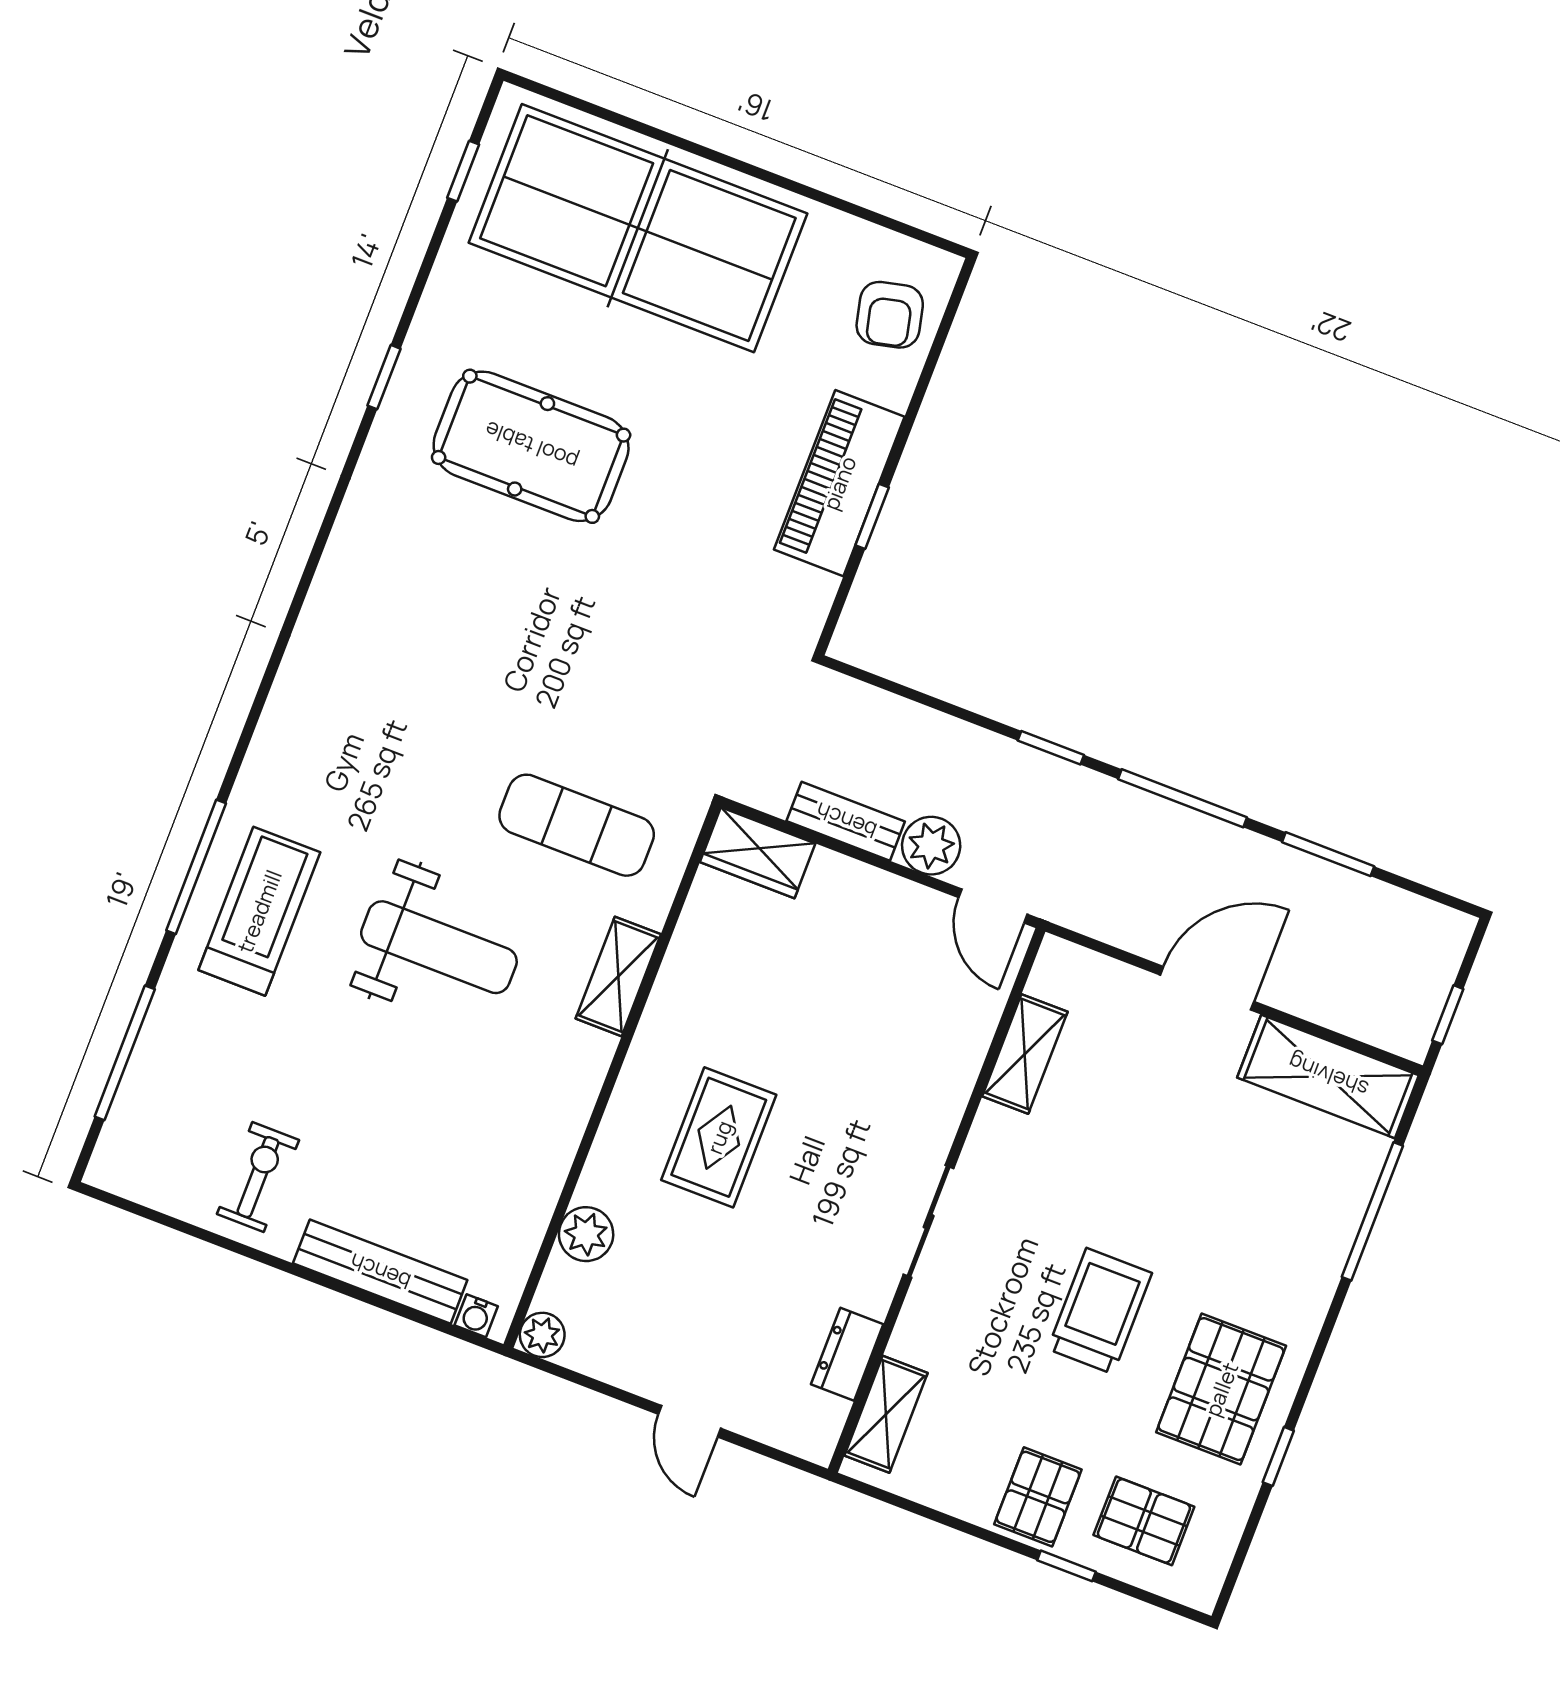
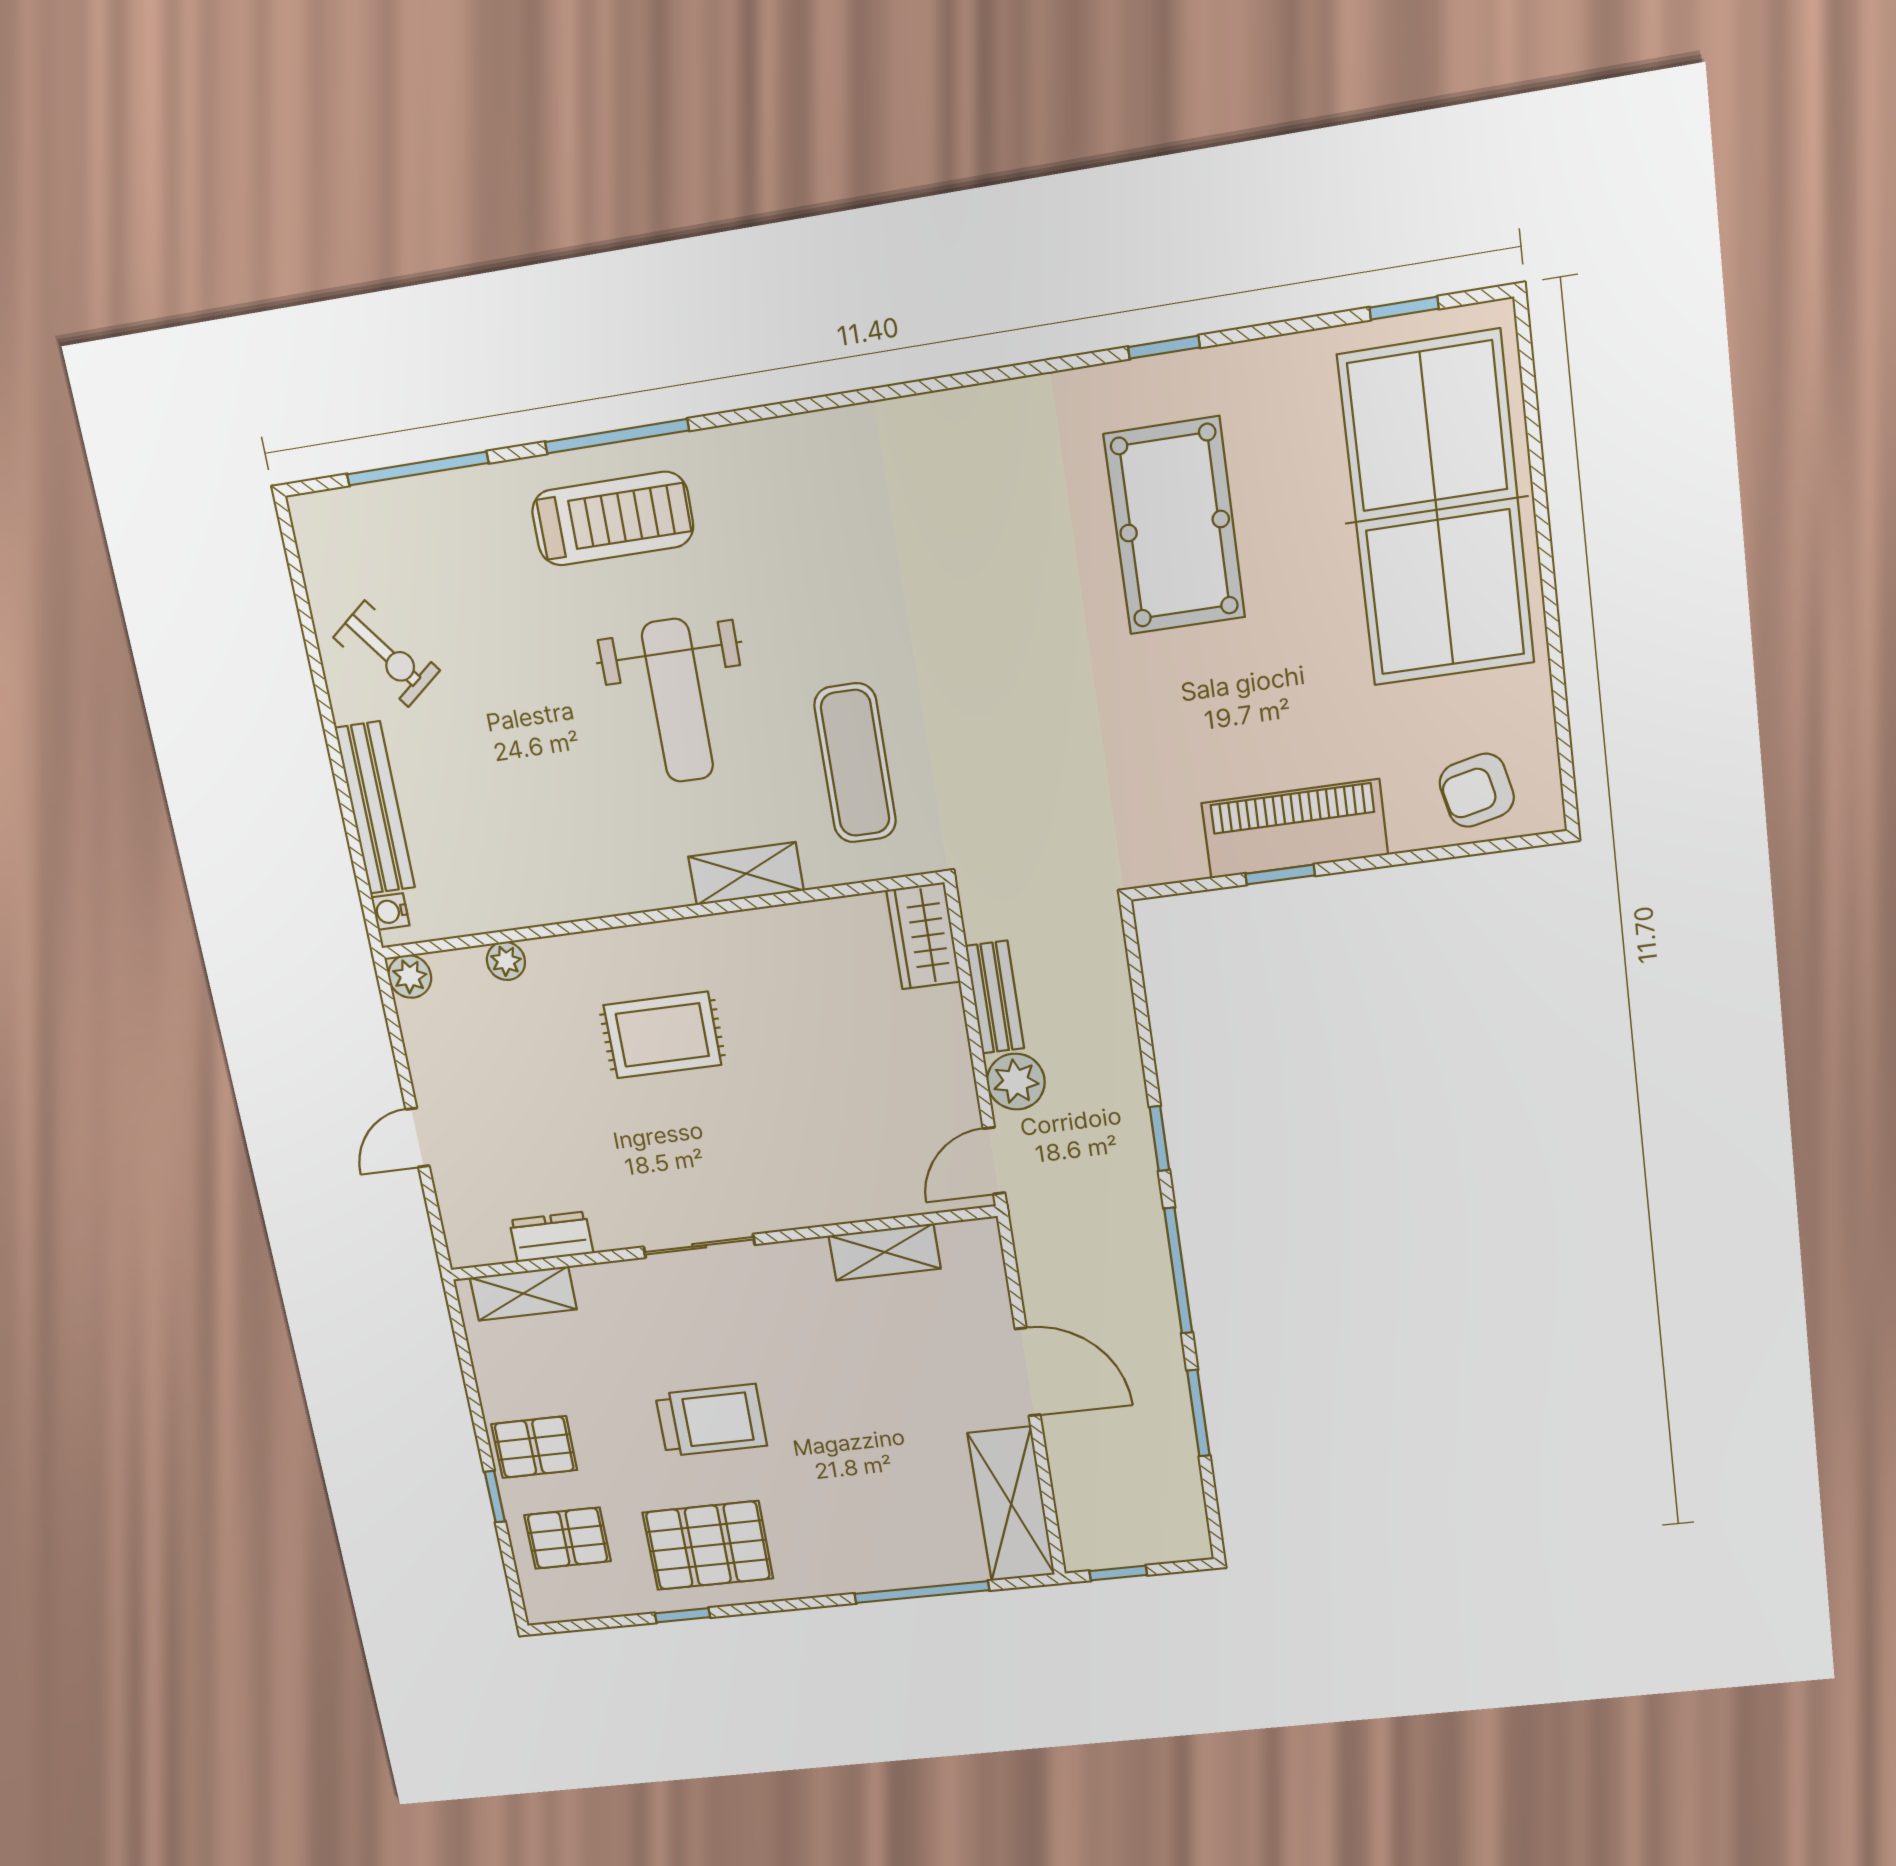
exercise bike: (258, 1177) -> (387, 654), turned 52
plant: (586, 1234) -> (506, 961), width x0.73, depth x0.73
pallet: (1144, 1521) -> (568, 1538), turned 90

